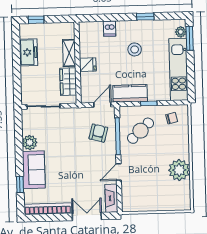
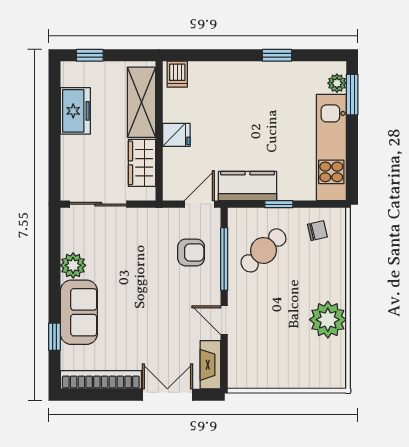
dishwasher: (110, 29) -> (177, 74), moved
stool: (135, 49) -> (257, 111), removed
shelving: (69, 53) -> (141, 102), width x1.50, depth x1.33
armchair: (98, 133) -> (191, 252), turned 75
door: (119, 172) -> (224, 320), hinge flipped

